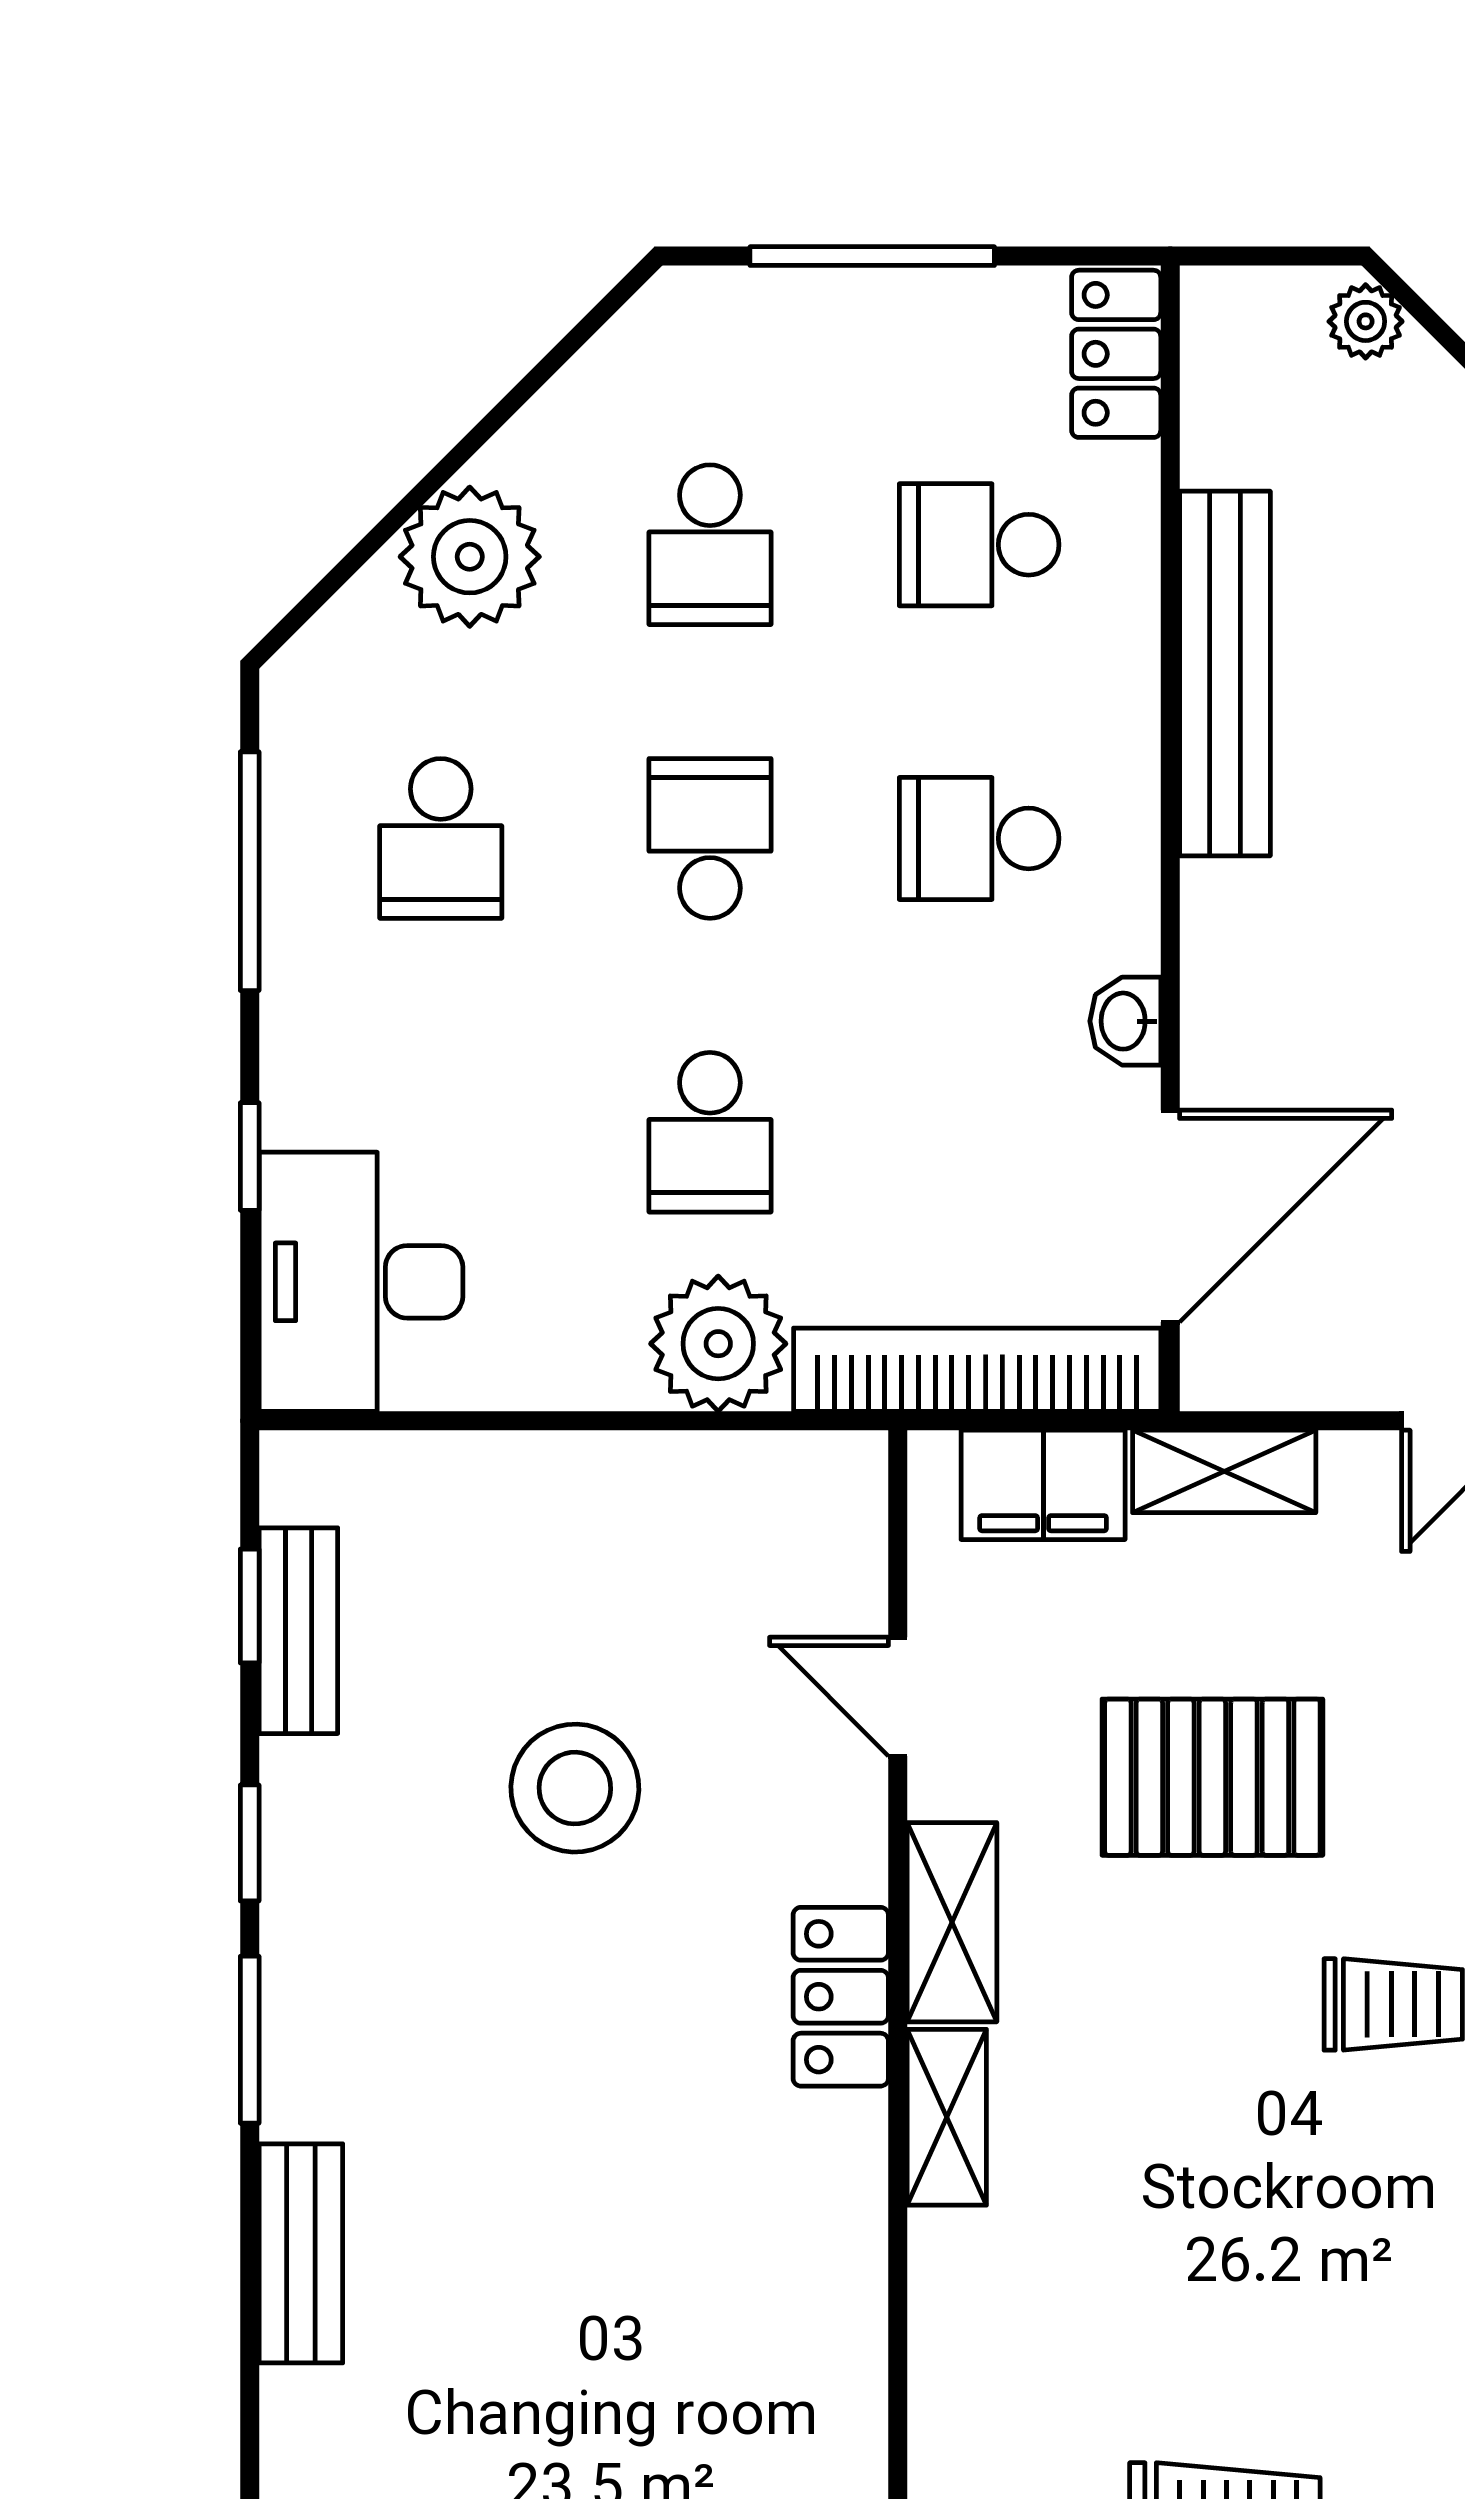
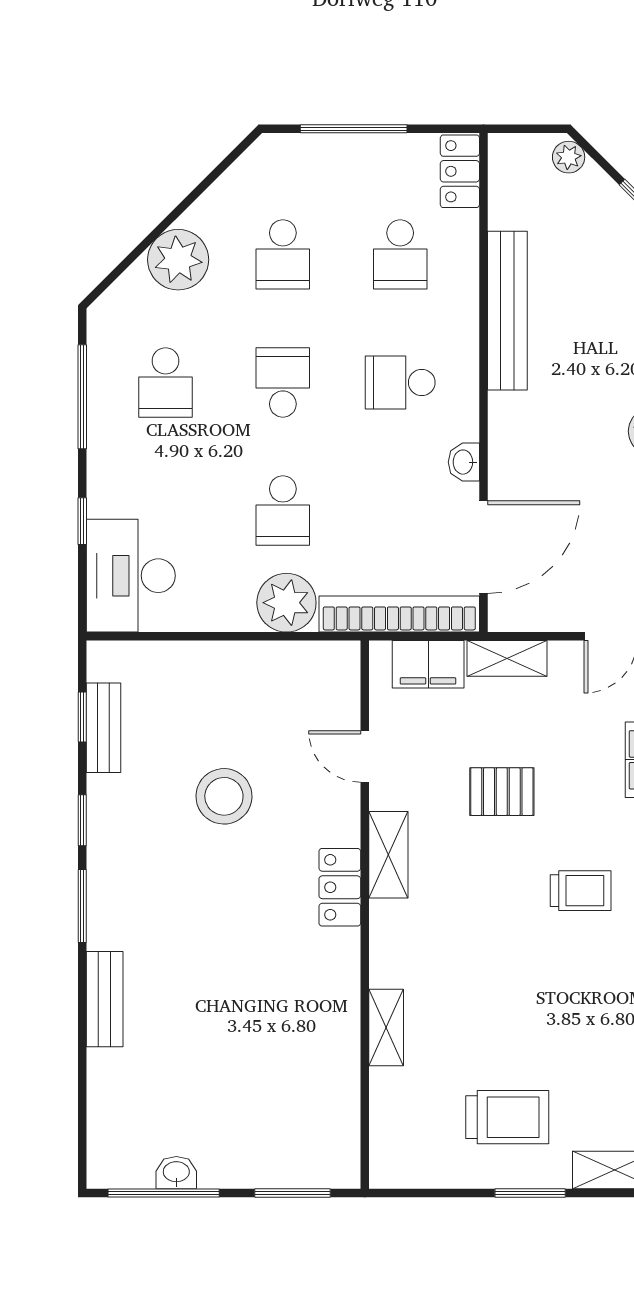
school desk: (979, 545) -> (400, 254), turned -90
pallet: (1212, 1777) -> (502, 792), width x0.67, depth x0.71
shelving: (947, 2117) -> (386, 1027), moved

